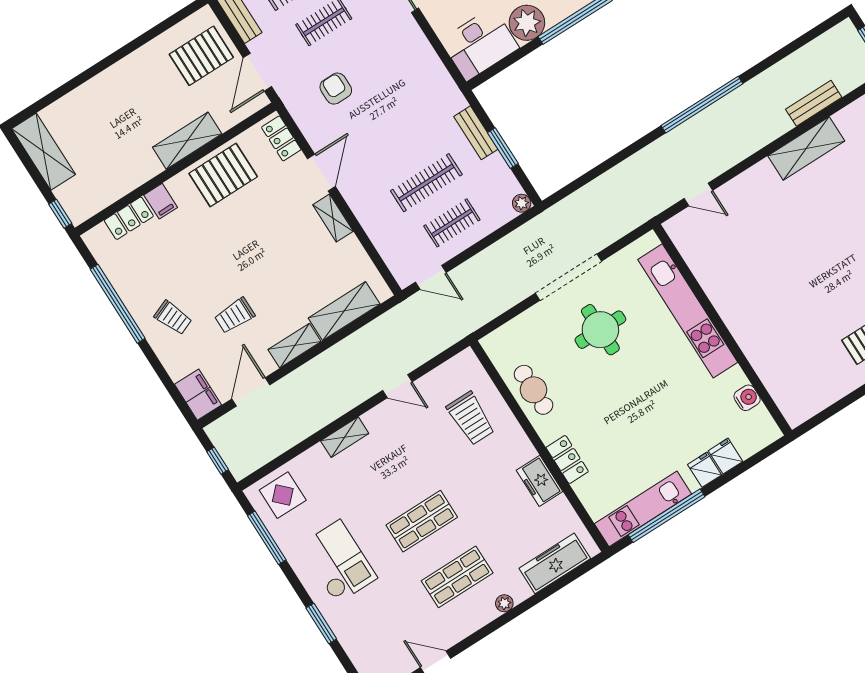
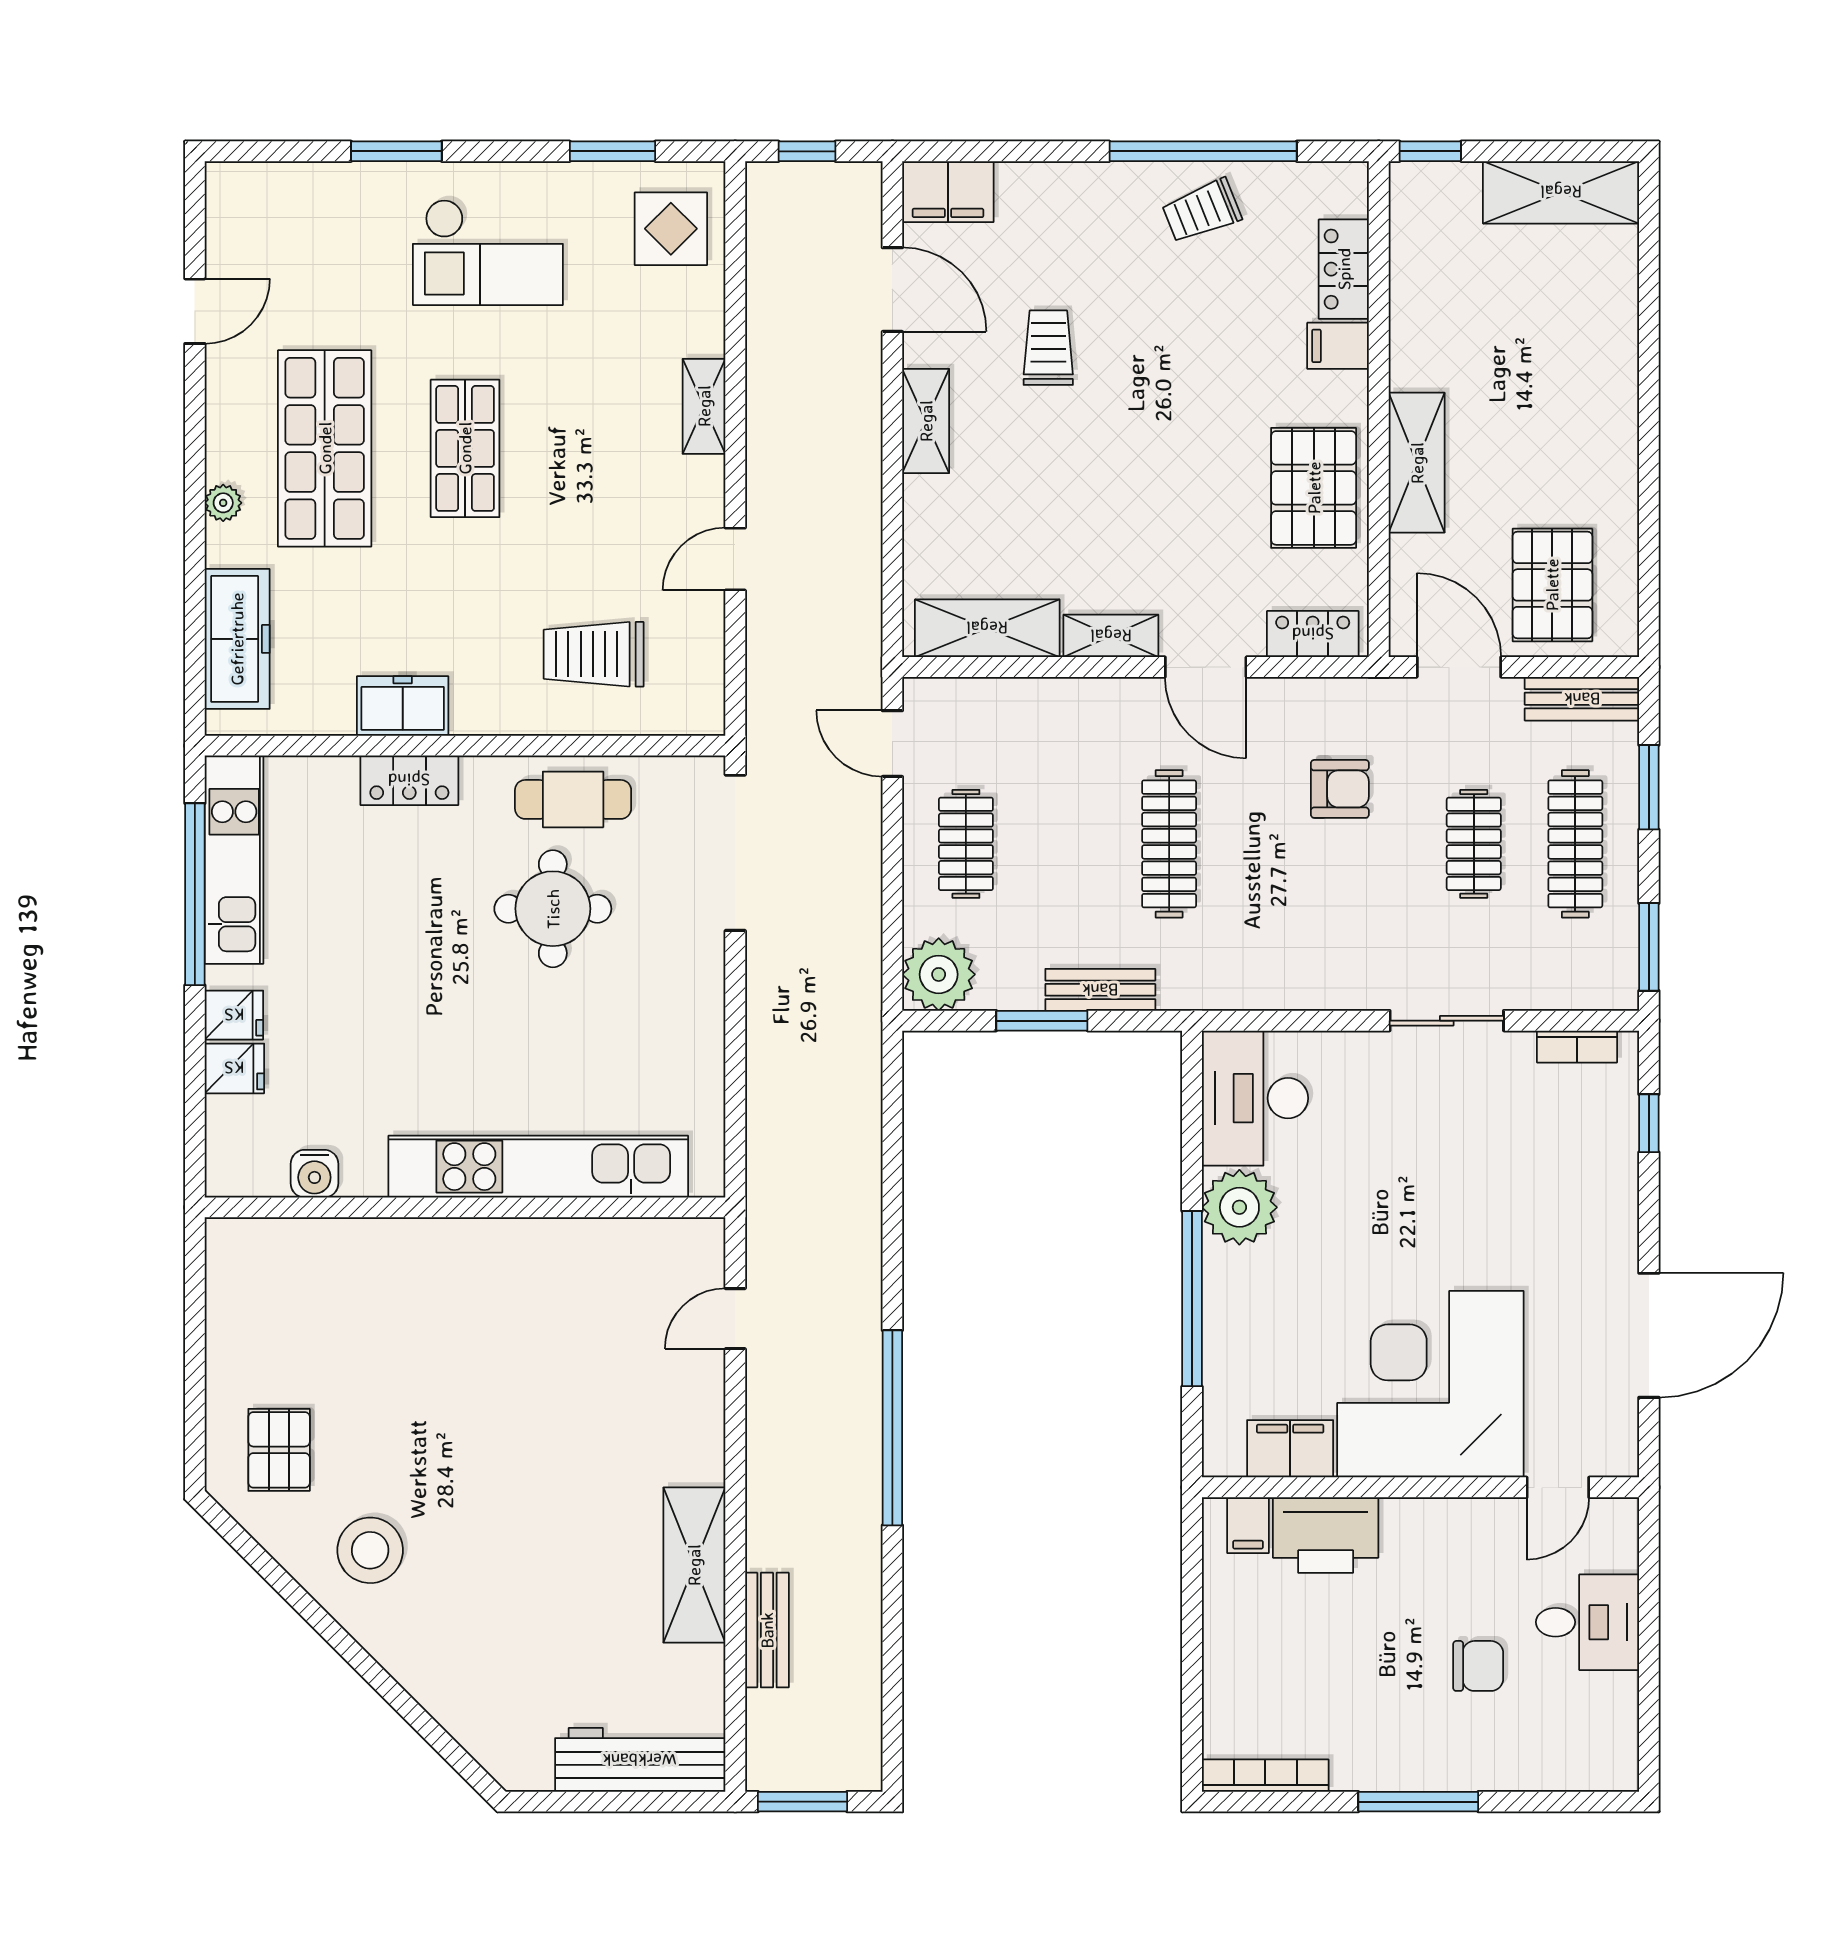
clothes rail: (426, 183) -> (1169, 844), moved
plant: (522, 203) -> (939, 974), width x1.87, depth x1.87
door: (431, 277) -> (892, 744), hinge flipped
doorway: (569, 277) -> (735, 853), moved
shelving: (344, 311) -> (987, 628), moved, turned 90
trolley: (173, 318) -> (1202, 211), moved
round table: (600, 330) -> (553, 909), moved
window: (267, 538) -> (612, 151), width x0.69
shop shelf: (457, 577) -> (325, 448), width x1.43, depth x1.36

